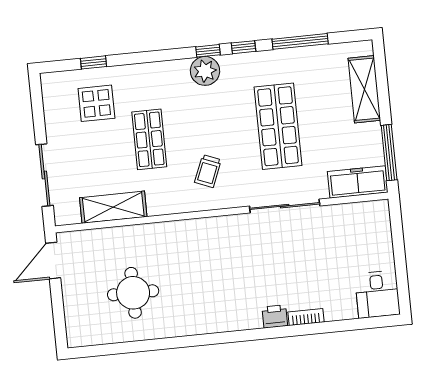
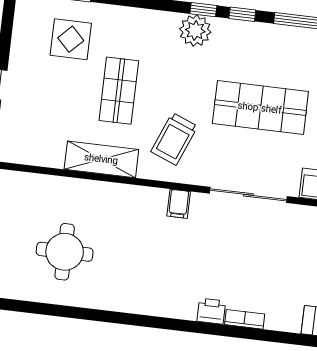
shop shelf: (278, 126) -> (260, 108), turned 90
trolley: (208, 171) -> (174, 139), width x1.36, depth x1.39
shelving: (113, 207) -> (101, 159), moved
filing cabinet: (225, 228) -> (179, 204), added

